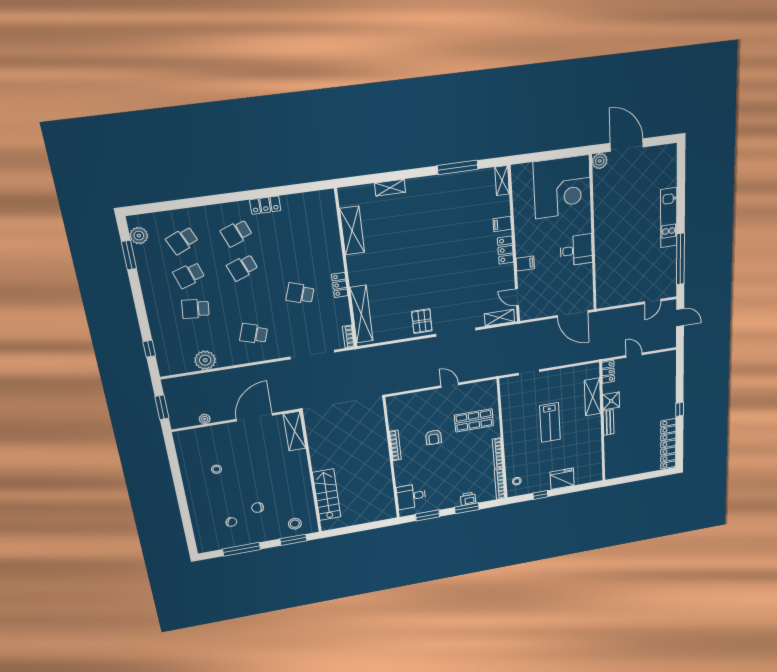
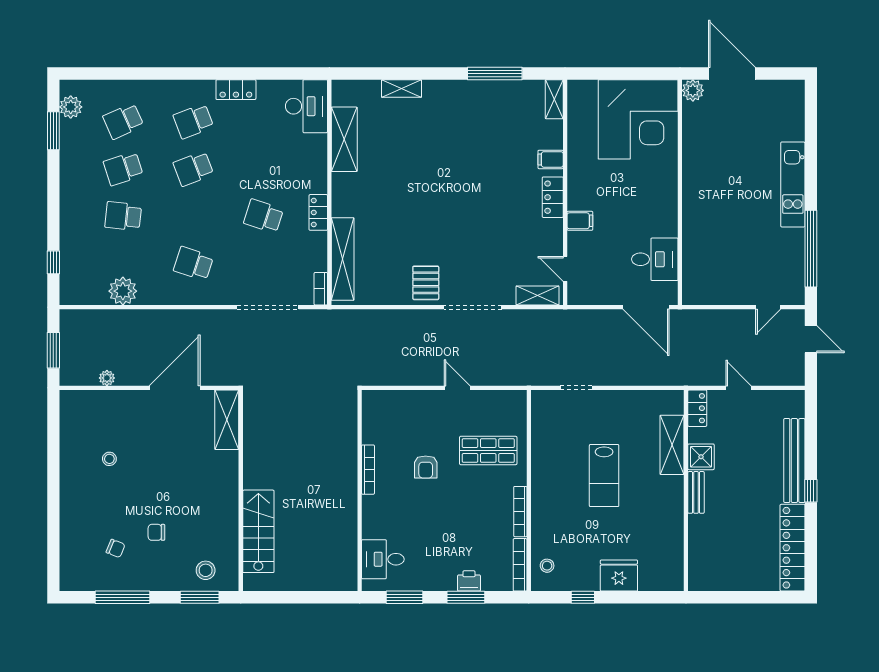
desk: (321, 210) -> (306, 106), added
desk: (576, 250) -> (655, 259), moved
bench: (669, 393) -> (794, 461), added

